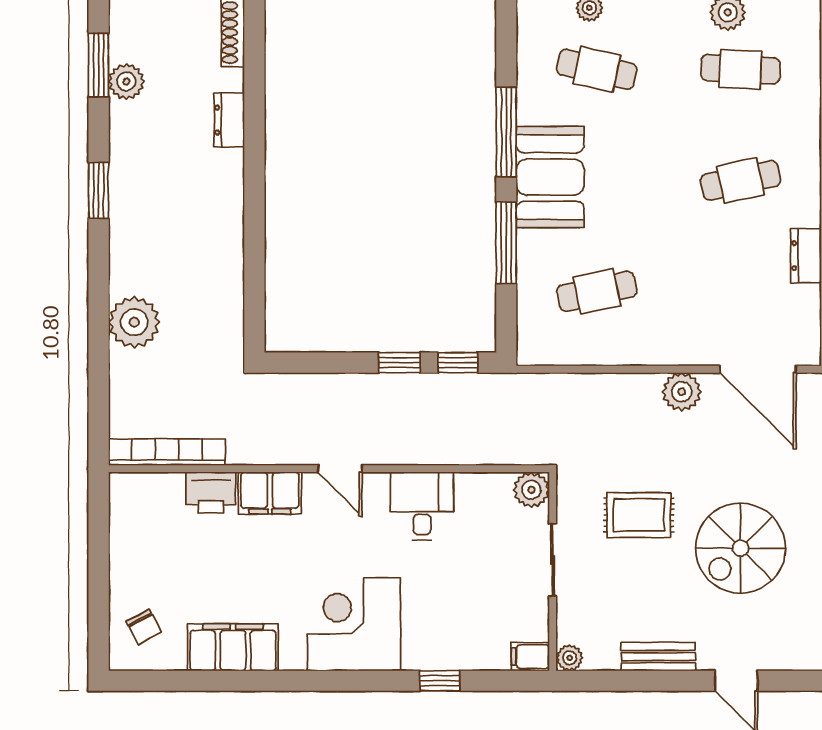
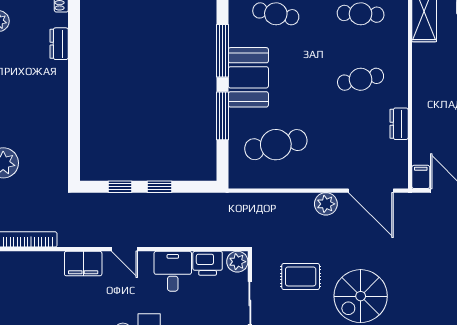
cafe table: (597, 291) -> (276, 145), width x1.37, depth x1.35
window: (458, 363) -> (120, 187), moved
printer: (211, 492) -> (208, 263), moved

